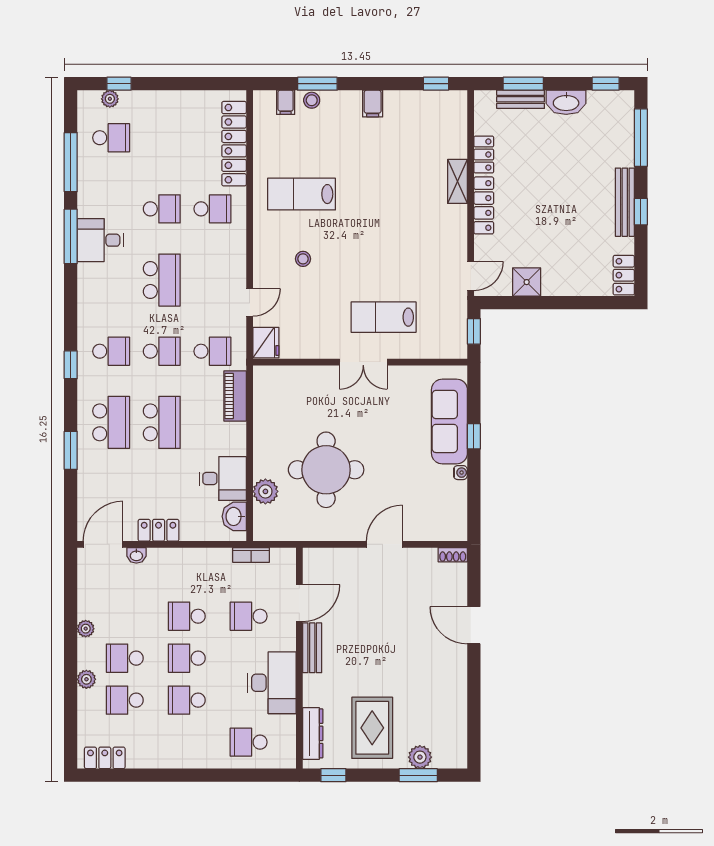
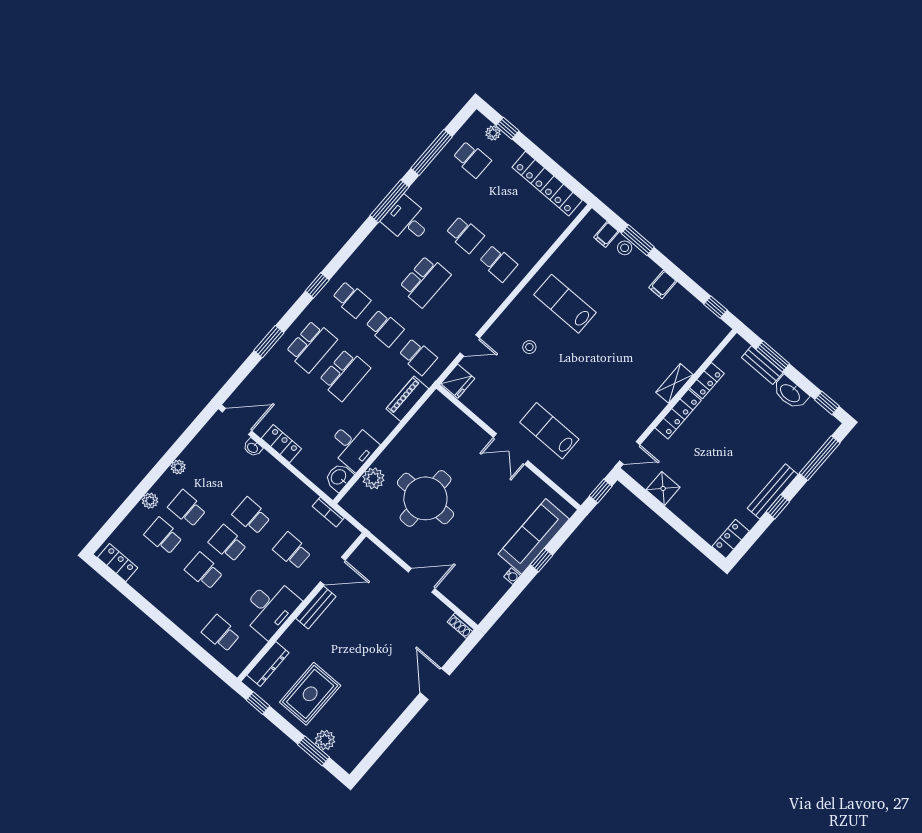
locker: (234, 144) -> (547, 184), moved, turned -90

